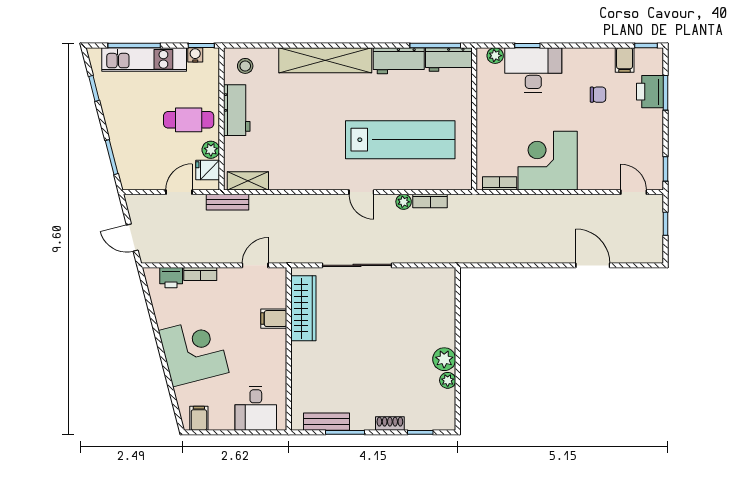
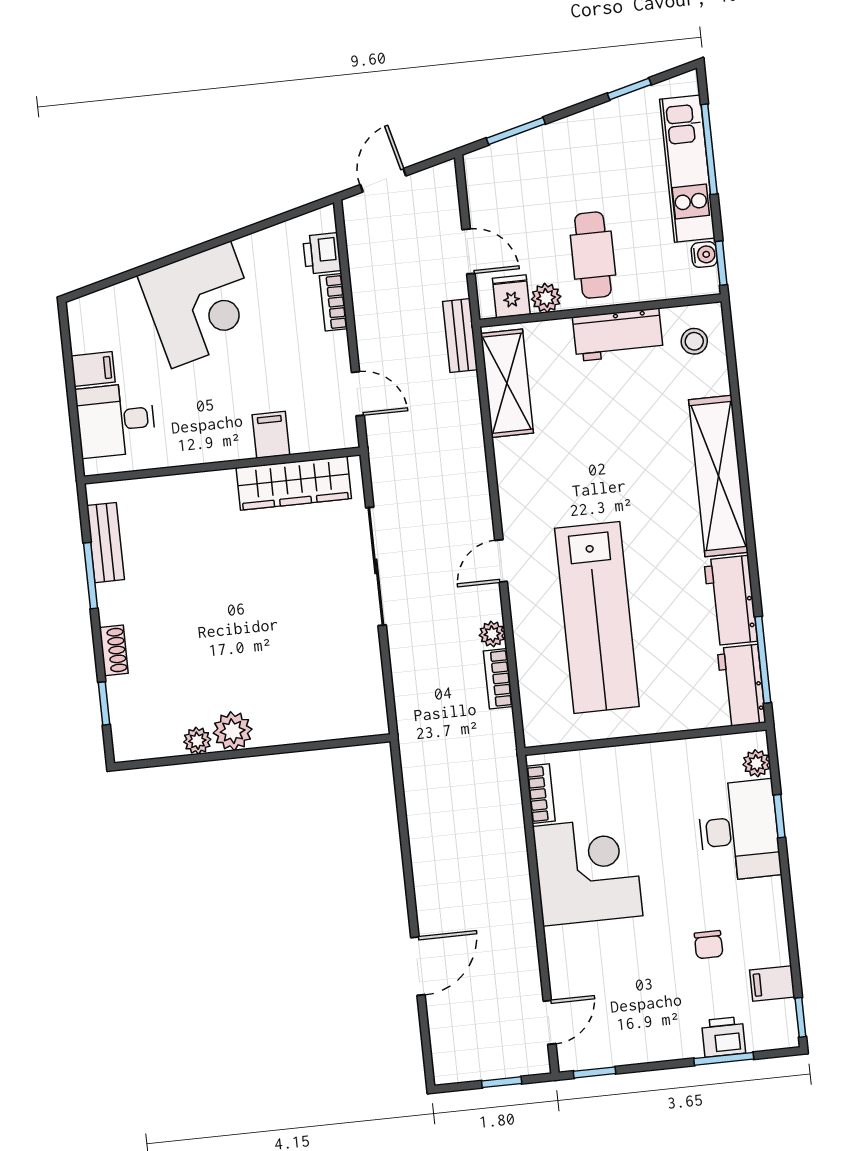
printer: (650, 92) -> (723, 1037), width x0.73, depth x0.81
shelving: (248, 181) -> (507, 383), width x1.50, depth x1.33
filing cabinet: (199, 418) -> (93, 369), moved

